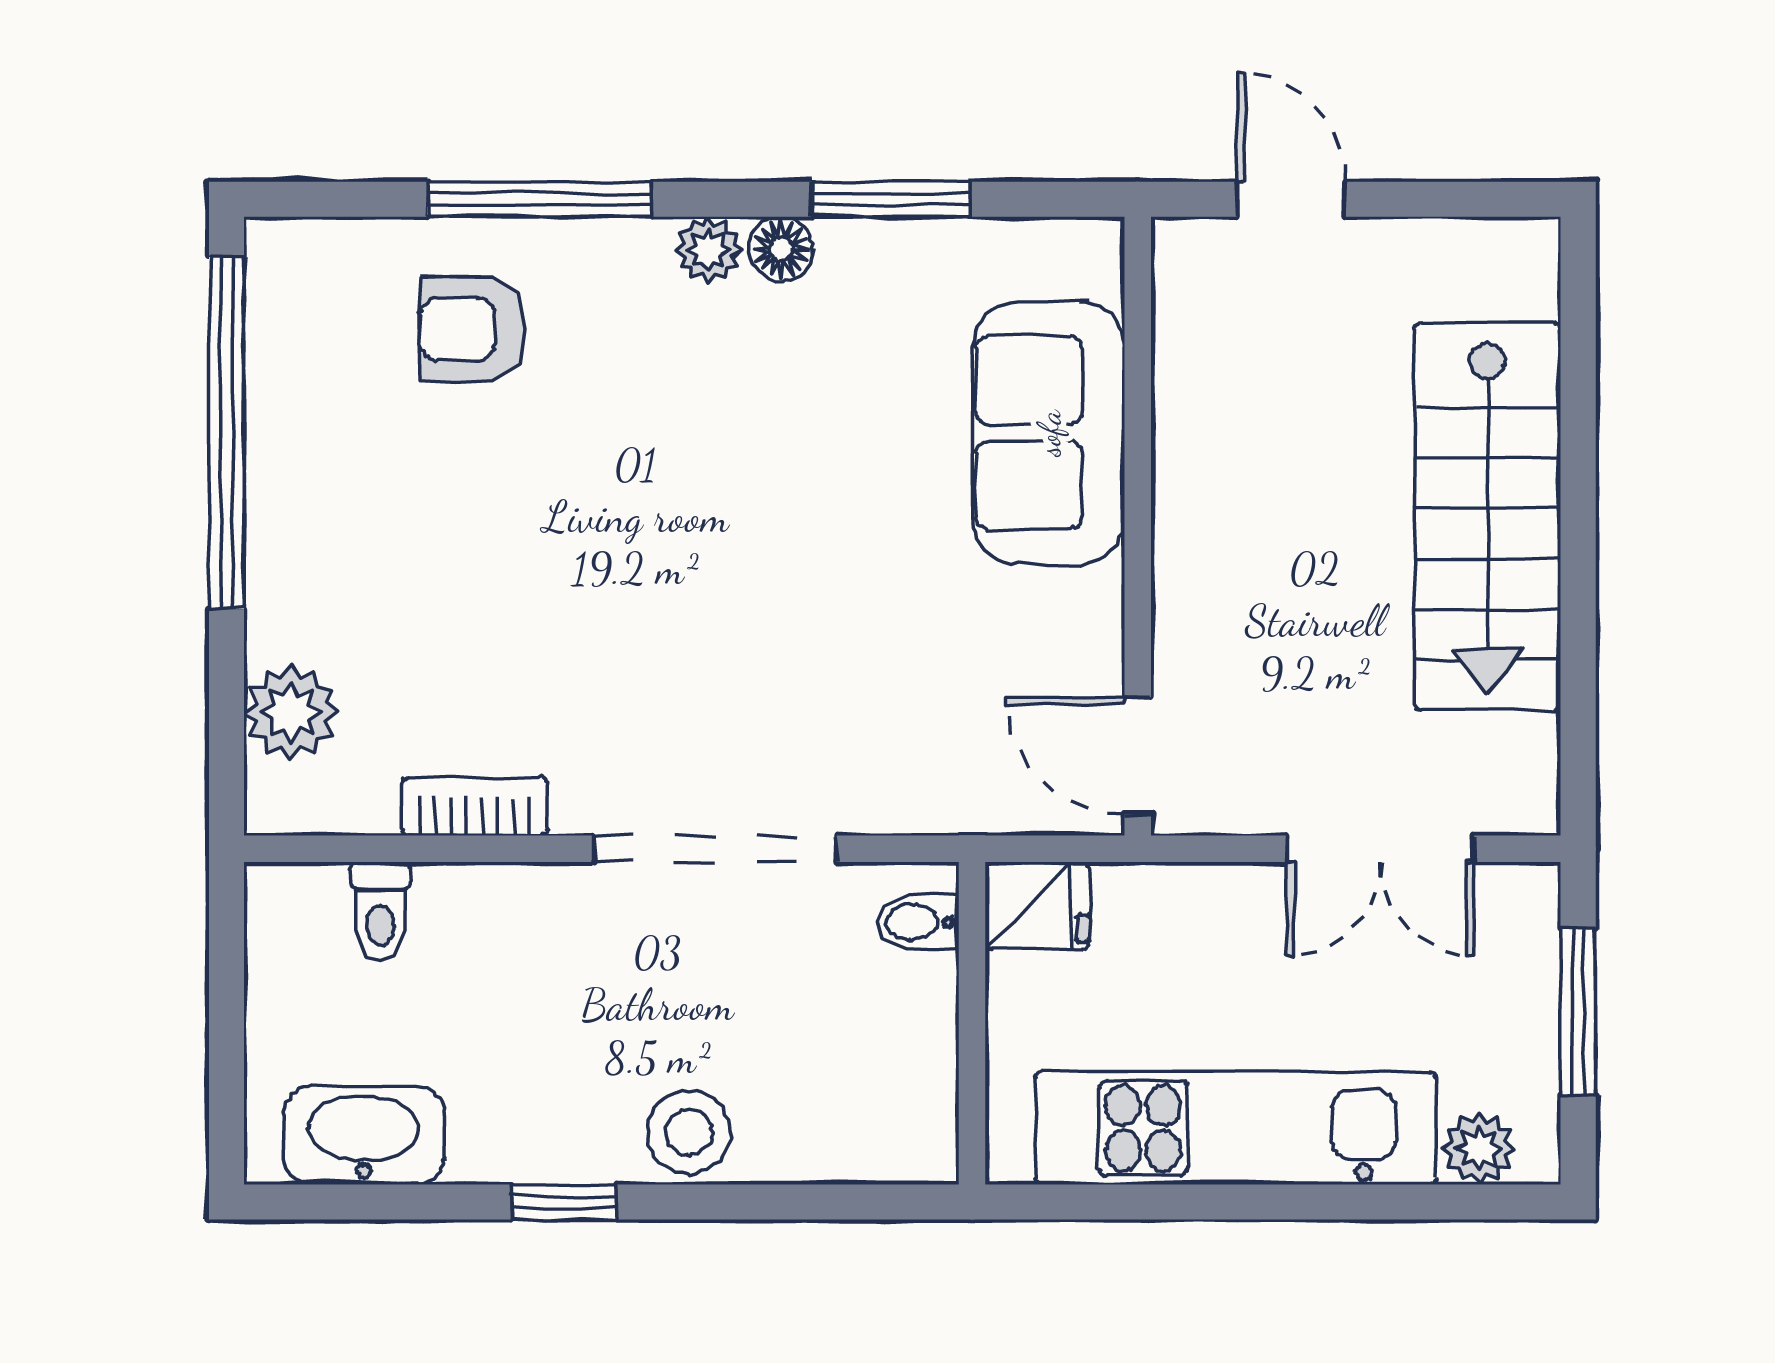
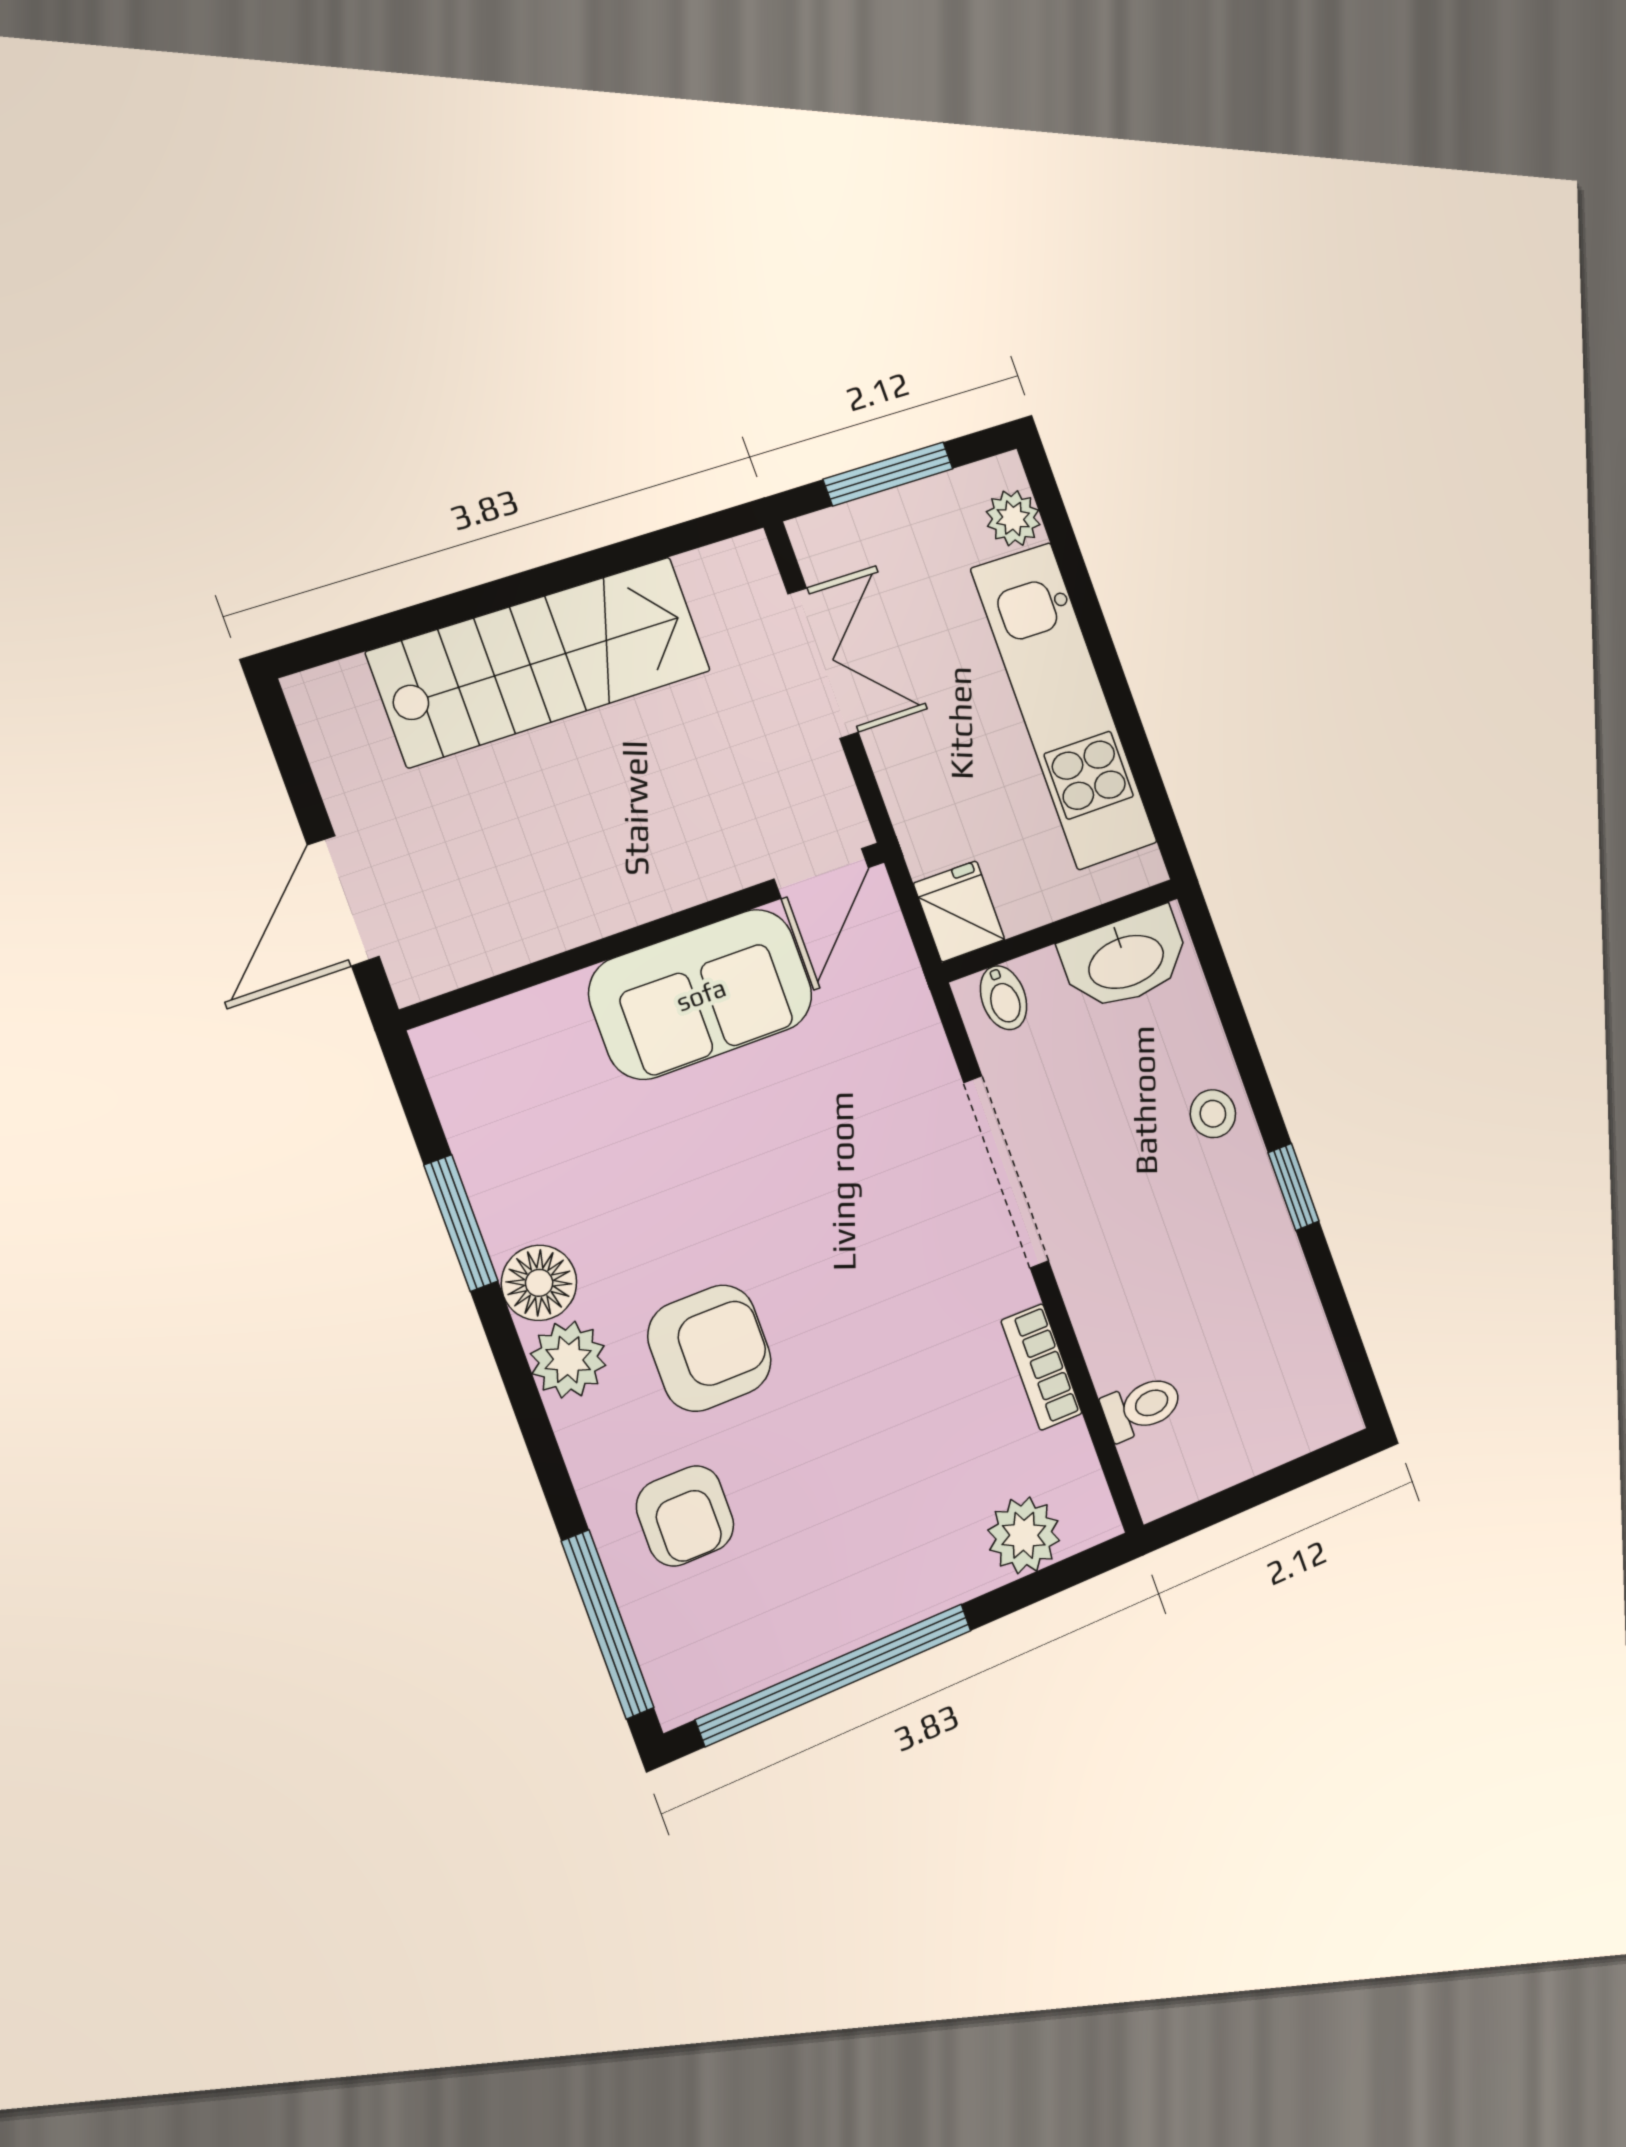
window: (539, 199) -> (608, 1624), moved
door: (1291, 199) -> (343, 901), width x1.38
floor lamp: (781, 249) -> (539, 1283), width x1.37, depth x1.37
plant: (709, 250) -> (568, 1360), width x1.38, depth x1.38
armchair: (647, 425) -> (710, 1348), added
sofa: (1049, 433) -> (701, 994), moved
stool: (689, 1132) -> (1213, 1114), width x0.73, depth x0.73
washbasin: (364, 1135) -> (1125, 960), moved, turned -90

